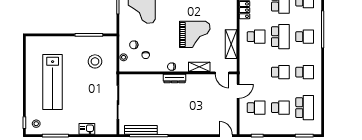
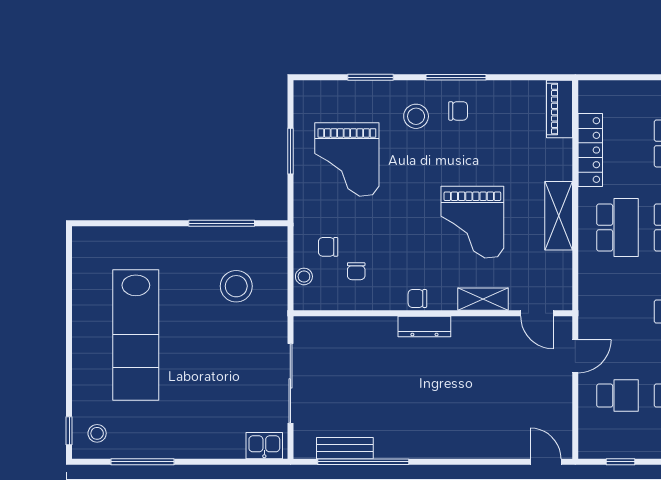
grand piano: (195, 34) -> (472, 222), turned 90
school desk: (256, 37) -> (618, 227), width x1.85
shelving: (231, 44) -> (559, 216), moved
kitchen sink: (87, 129) -> (264, 446), moved
bench: (141, 130) -> (345, 448), width x0.73

